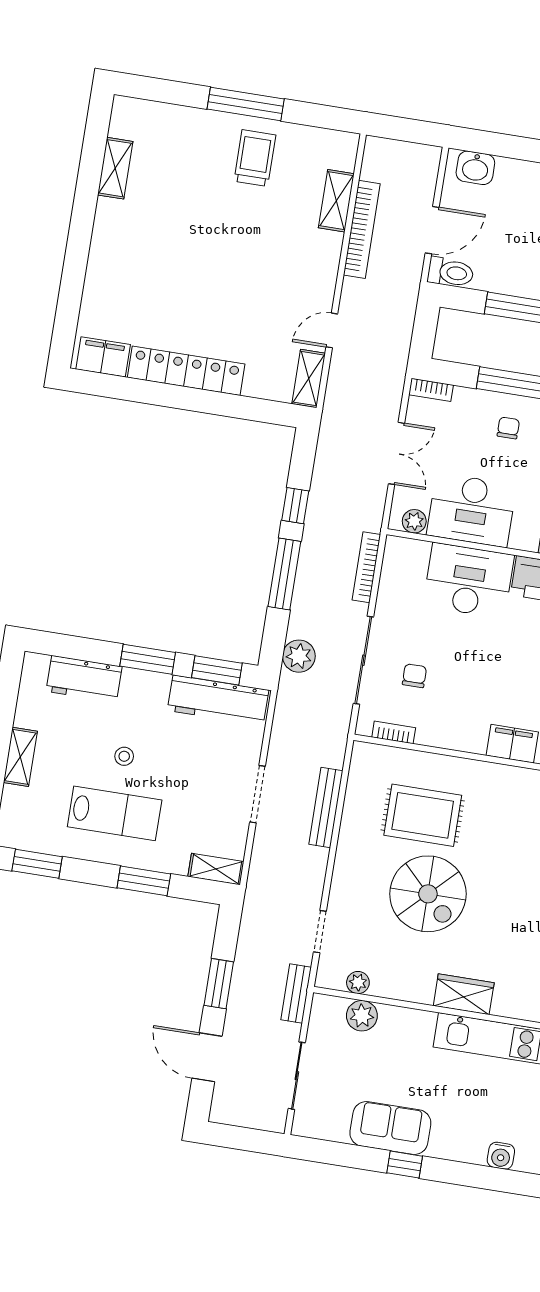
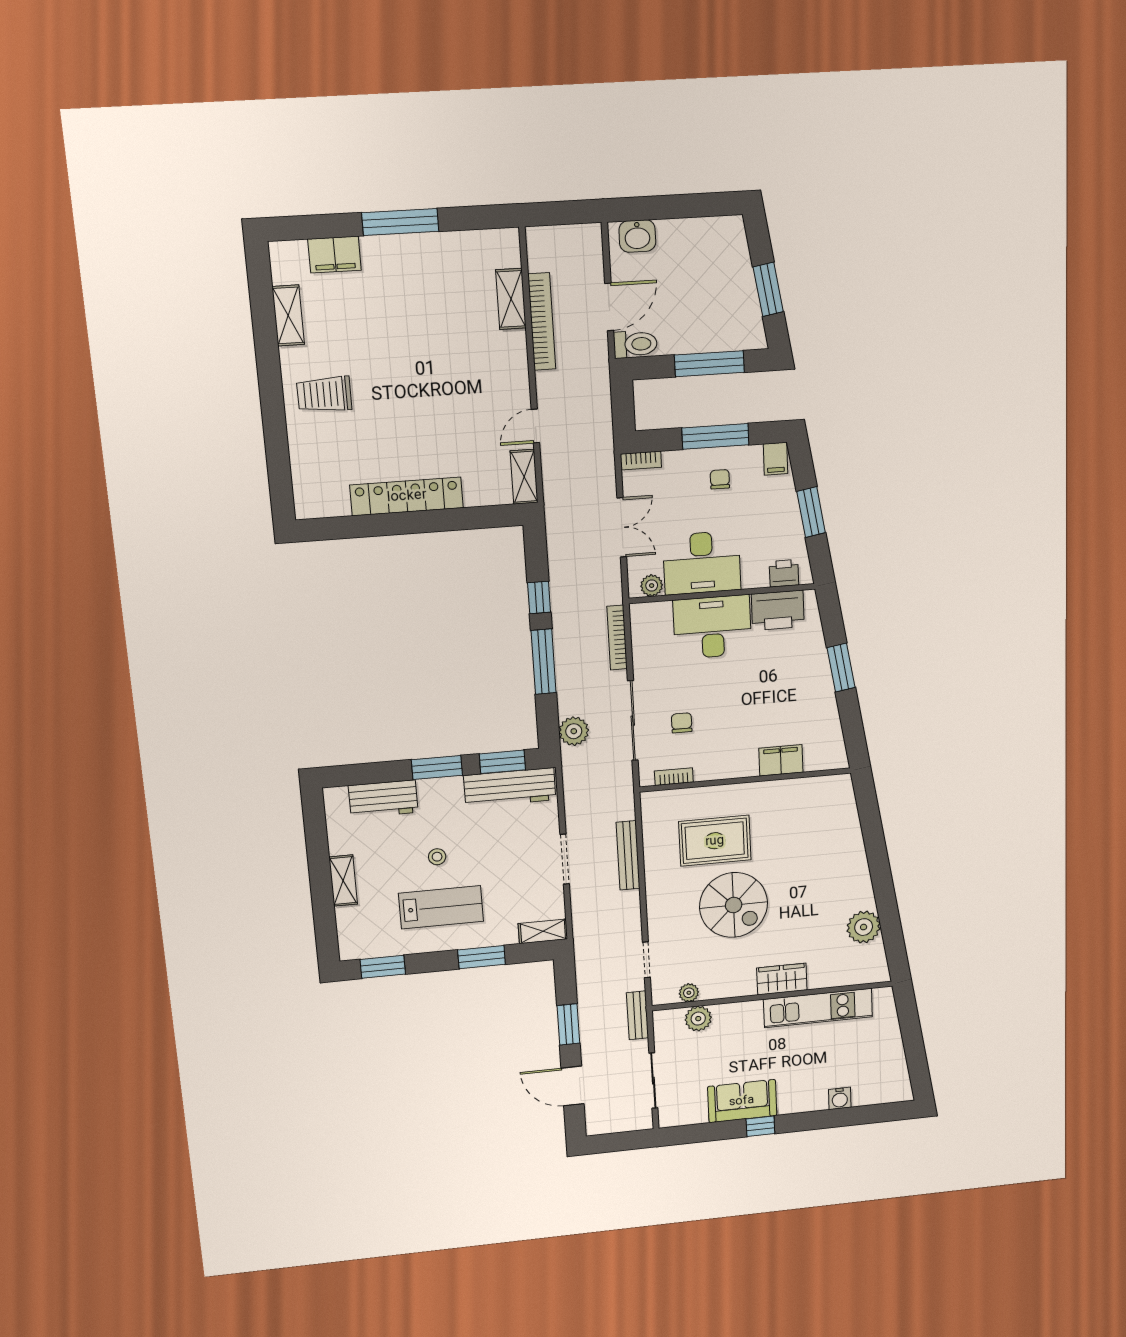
trolley: (255, 158) -> (324, 394), moved, turned -90
filing cabinet: (103, 357) -> (334, 255), moved, turned 180

